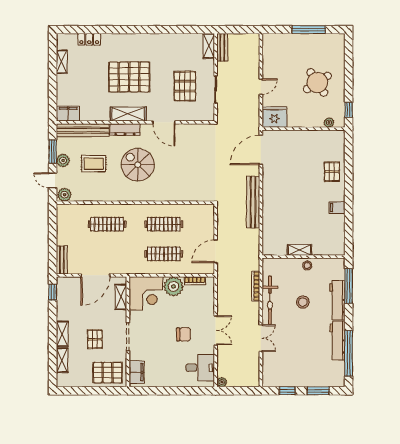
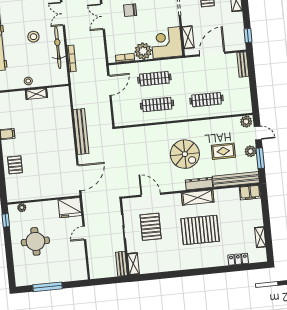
round table: (317, 83) -> (35, 241), turned 33
door: (164, 122) -> (151, 195), moved
stool: (303, 302) -> (33, 37), moved

